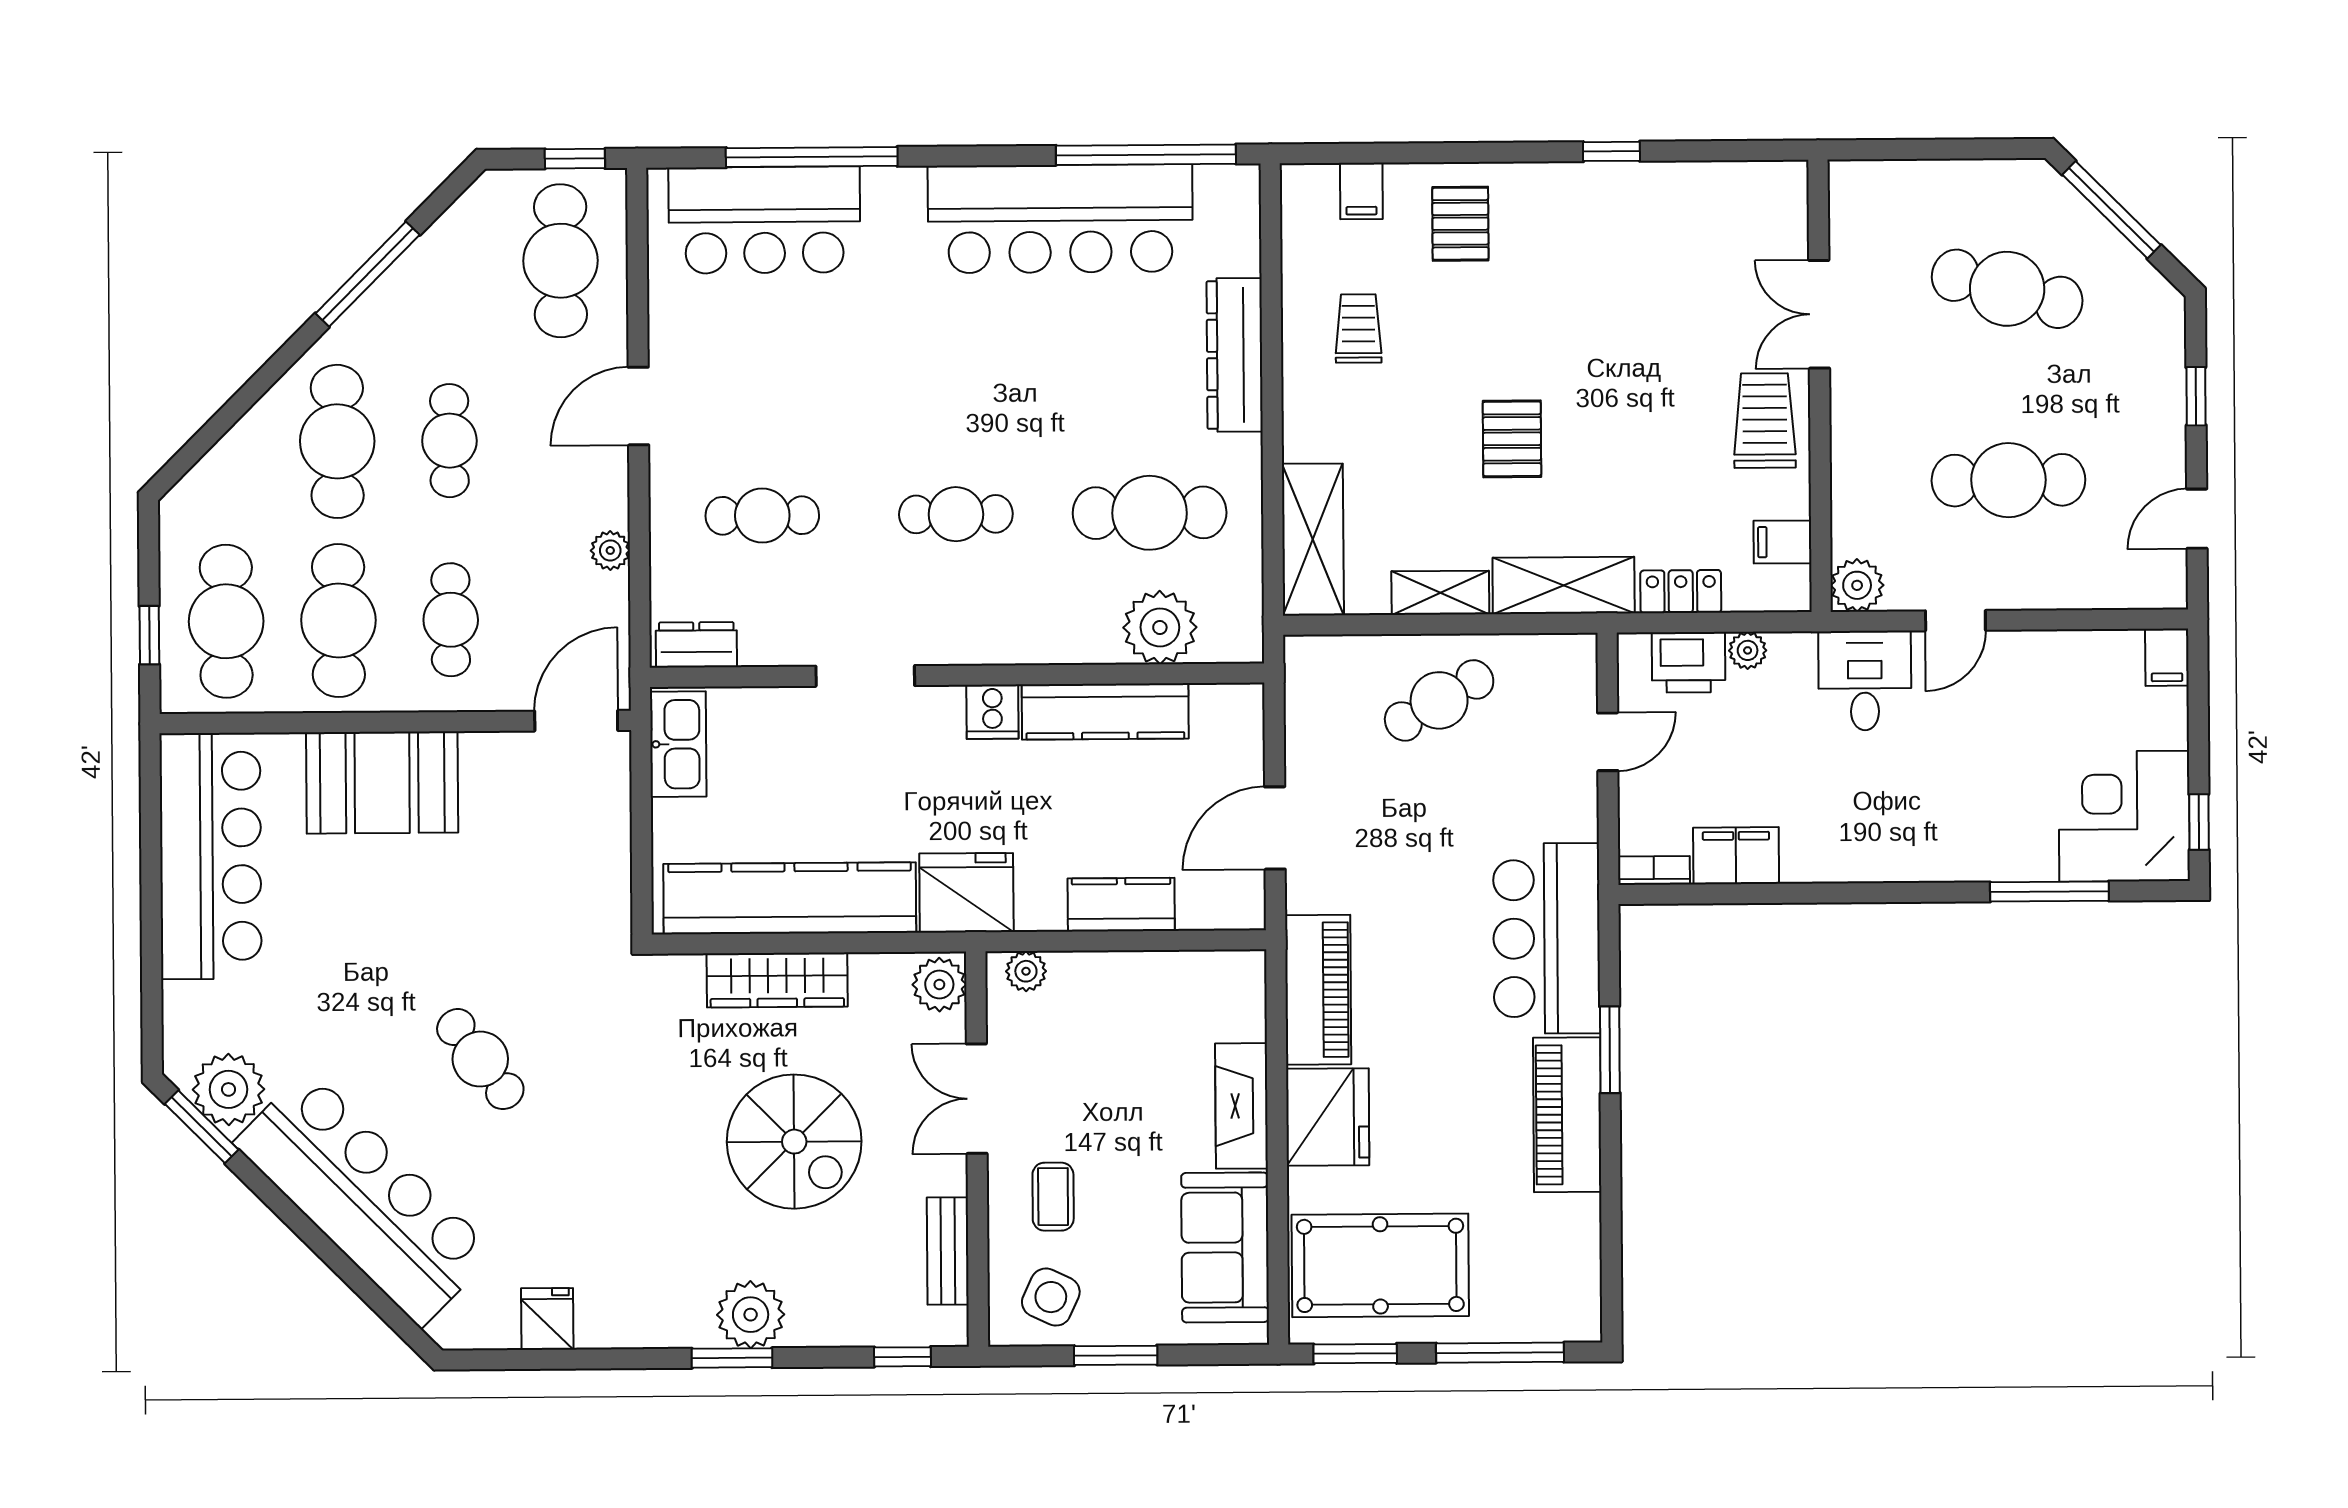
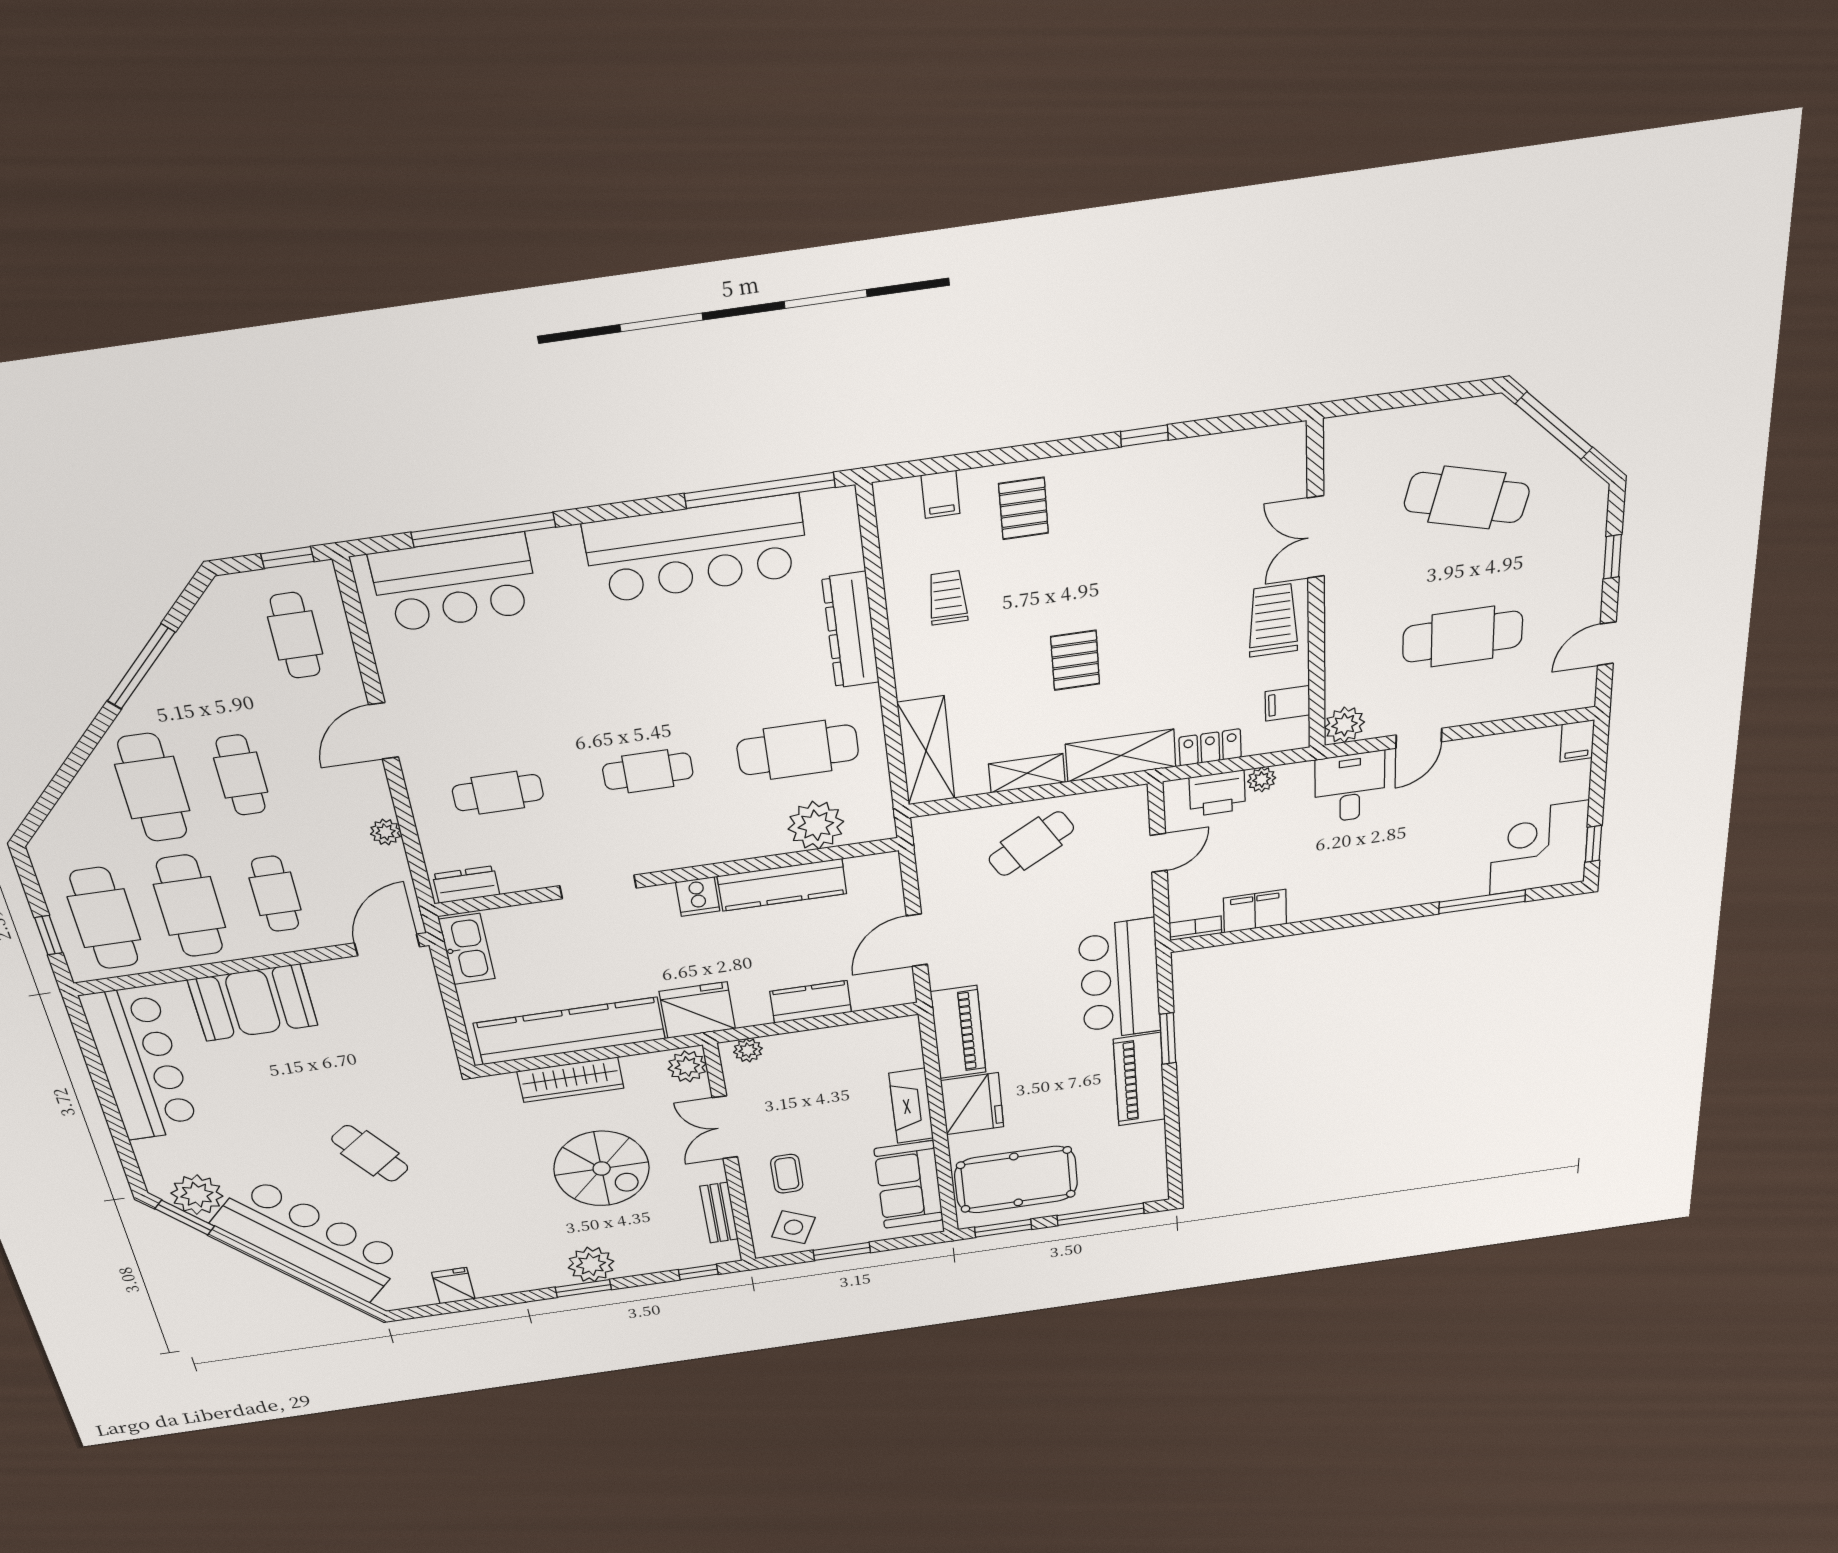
cafe table: (560, 261) -> (295, 635), width x0.73, depth x0.74

